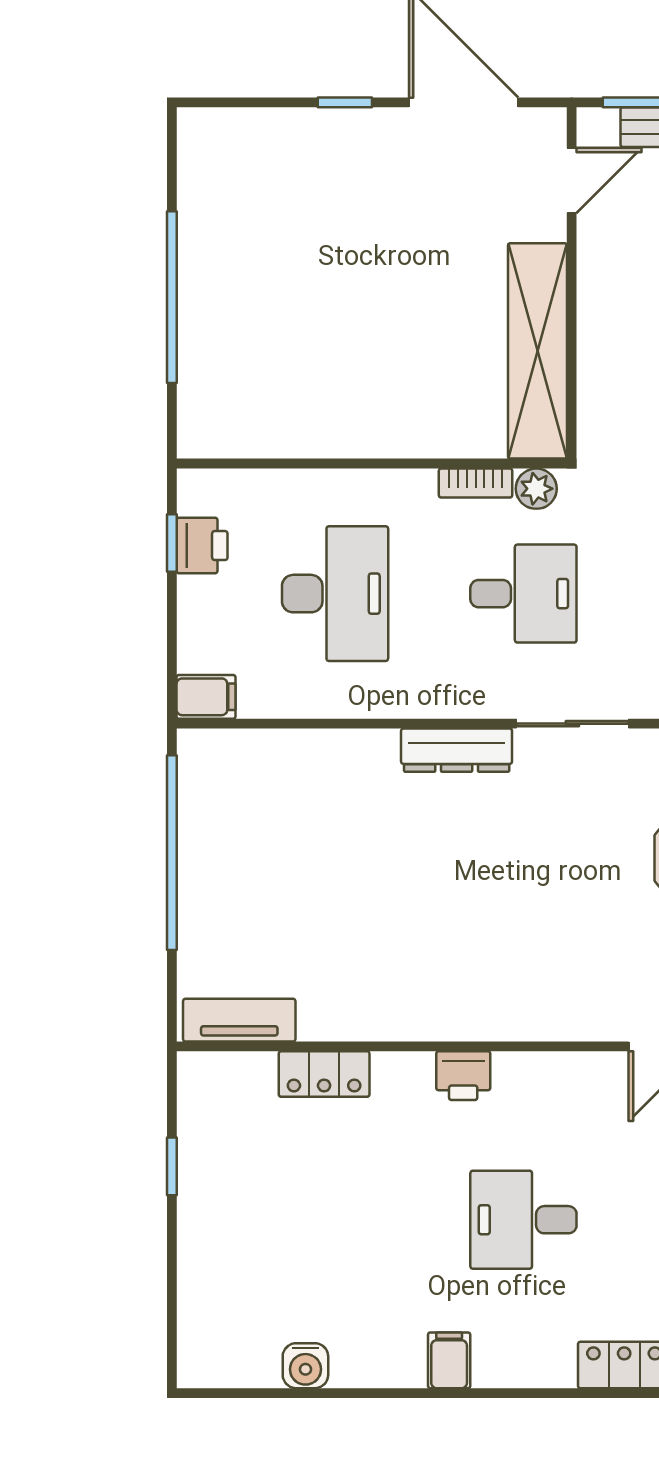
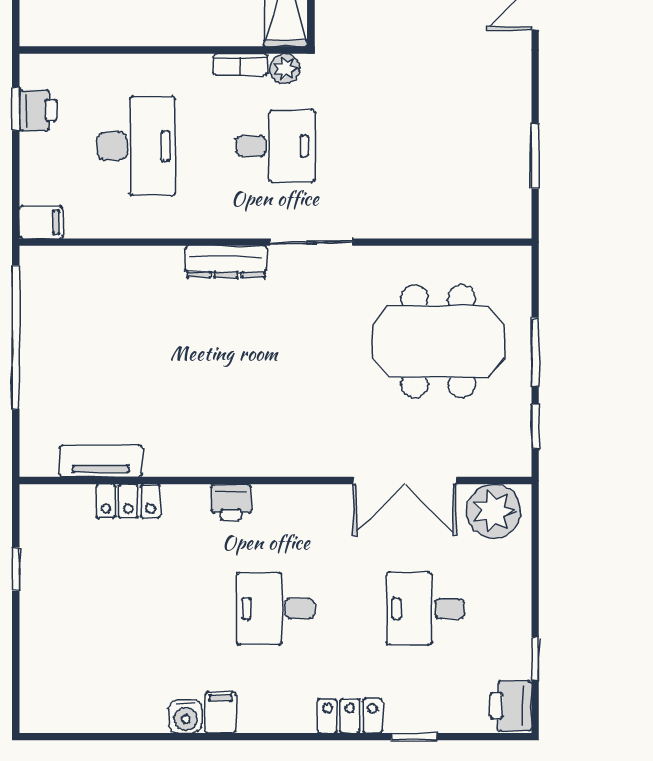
tv unit: (239, 1020) -> (101, 461), moved
water cooler: (305, 1366) -> (185, 716), moved

